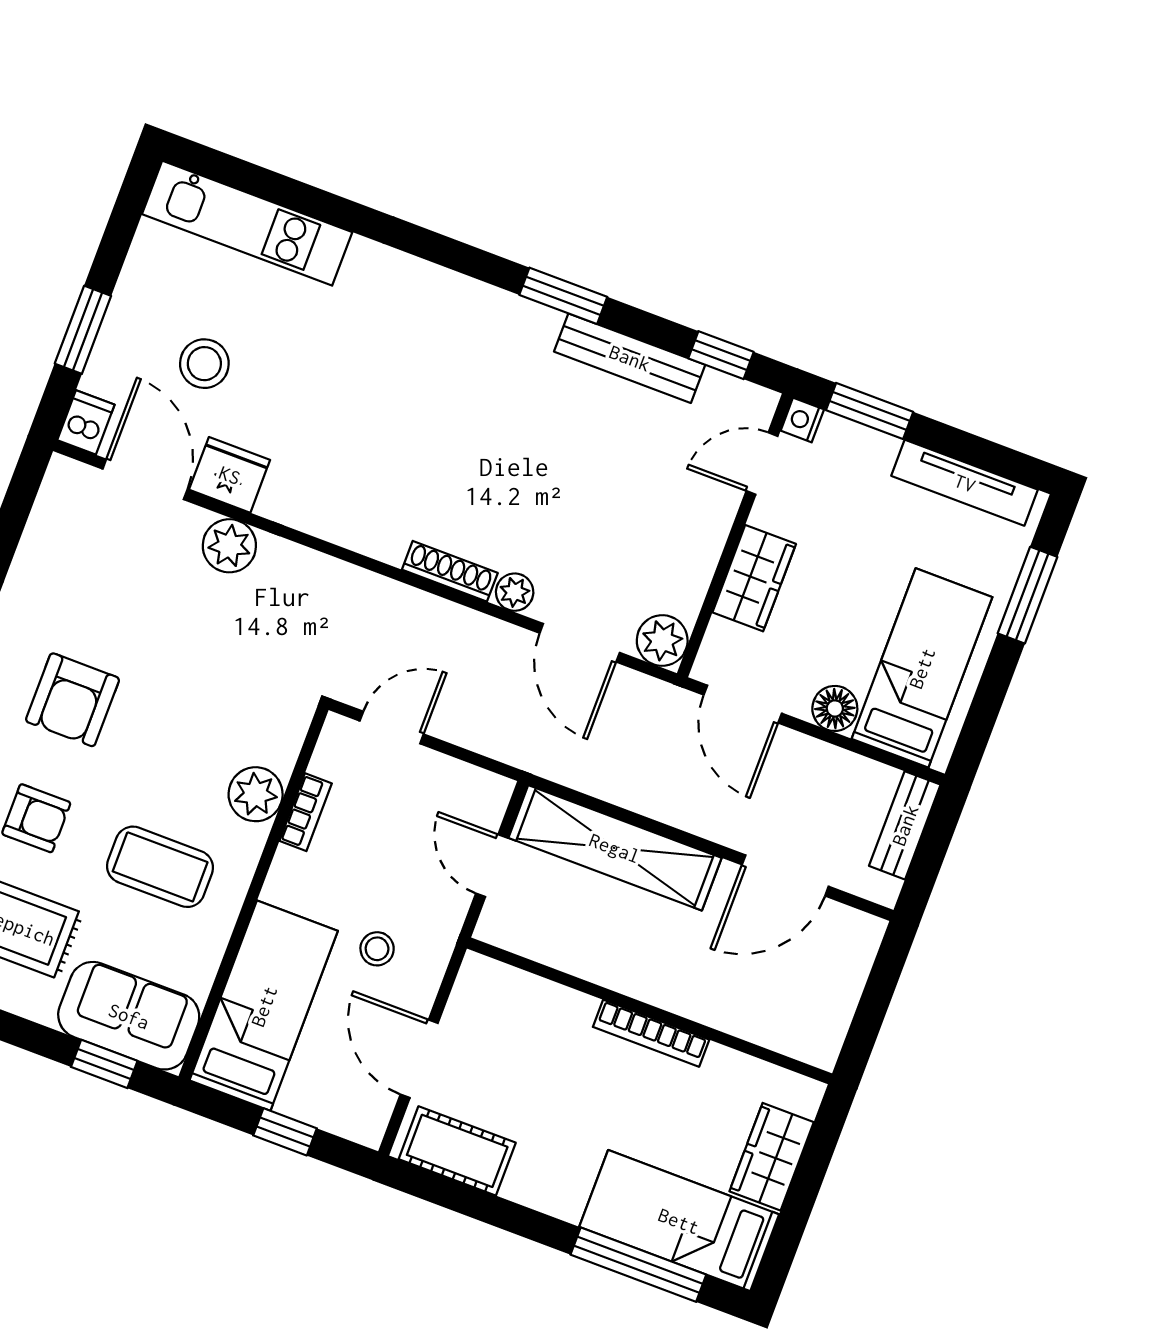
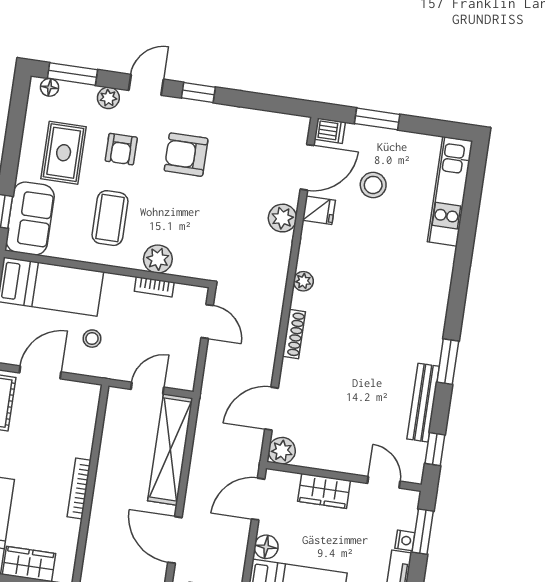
nightstand: (802, 420) -> (405, 540), moved, turned 90
fridge: (230, 475) -> (319, 210), width x0.72
plant: (515, 592) -> (303, 281), moved

